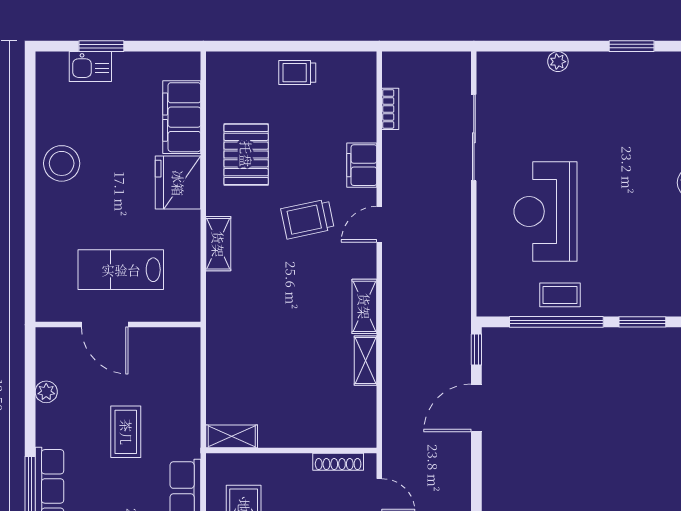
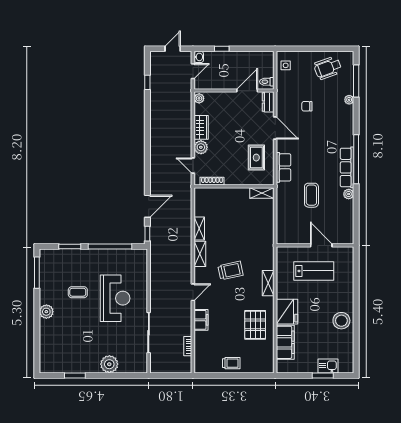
plant: (558, 62) -> (109, 364), width x1.88, depth x1.88
trolley: (307, 219) -> (230, 270), moved
coffee table: (560, 295) -> (78, 292), moved
plant: (46, 392) -> (349, 194), moved

